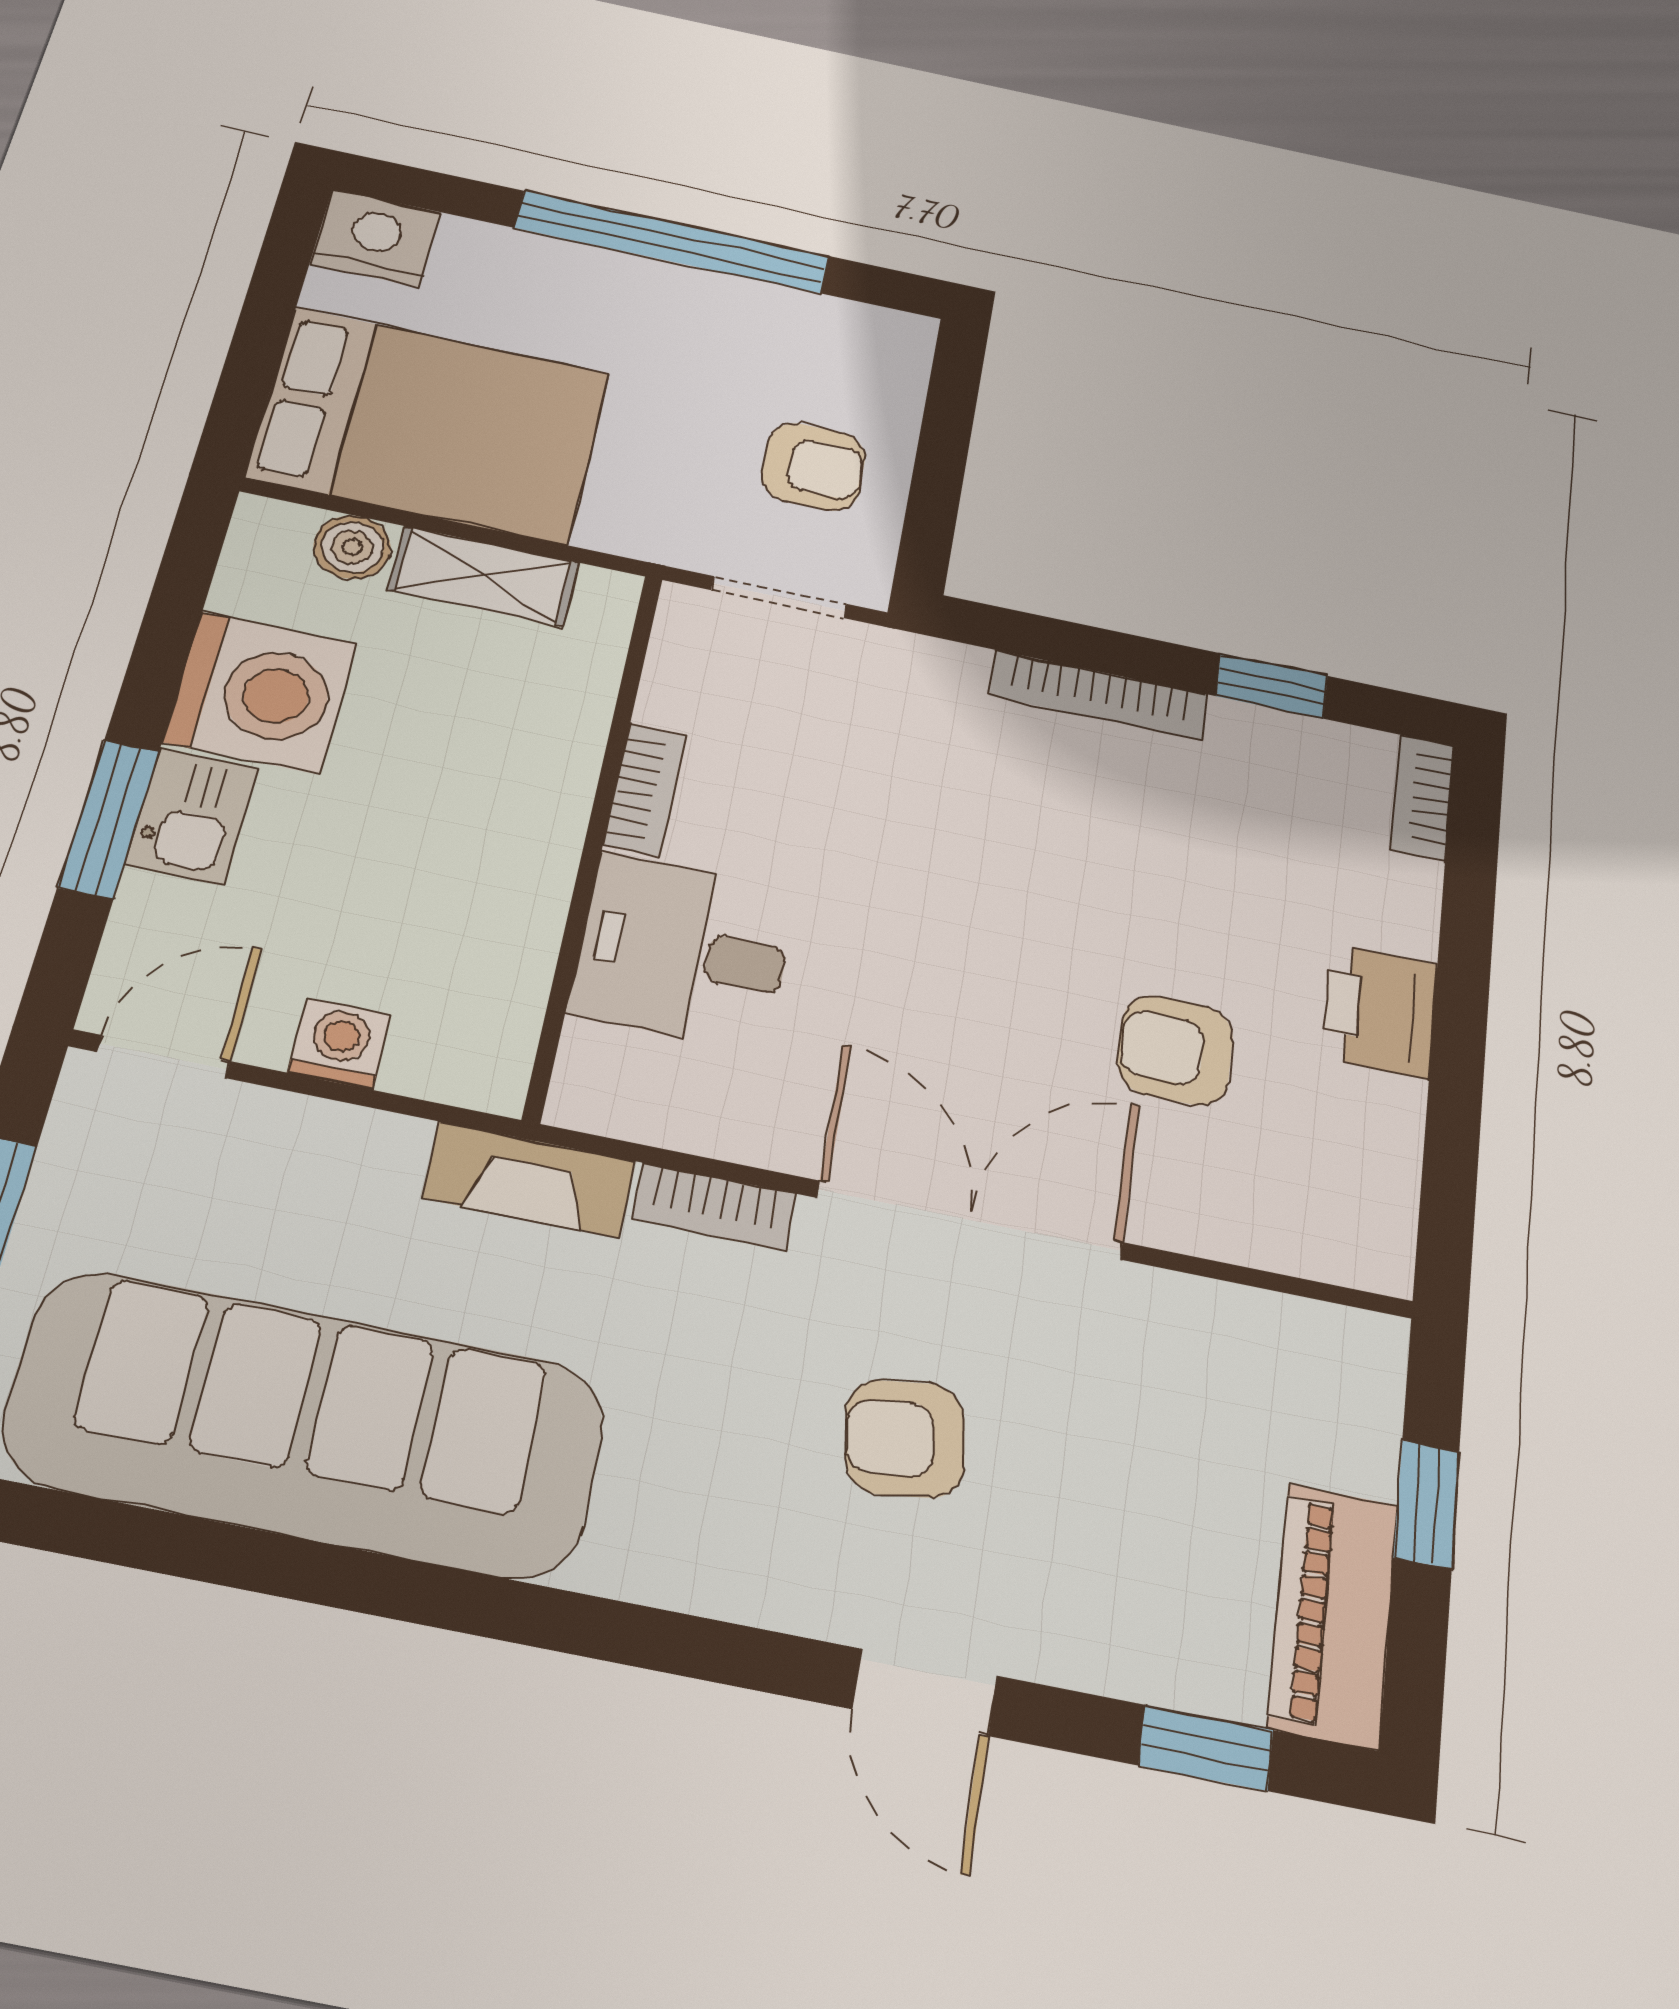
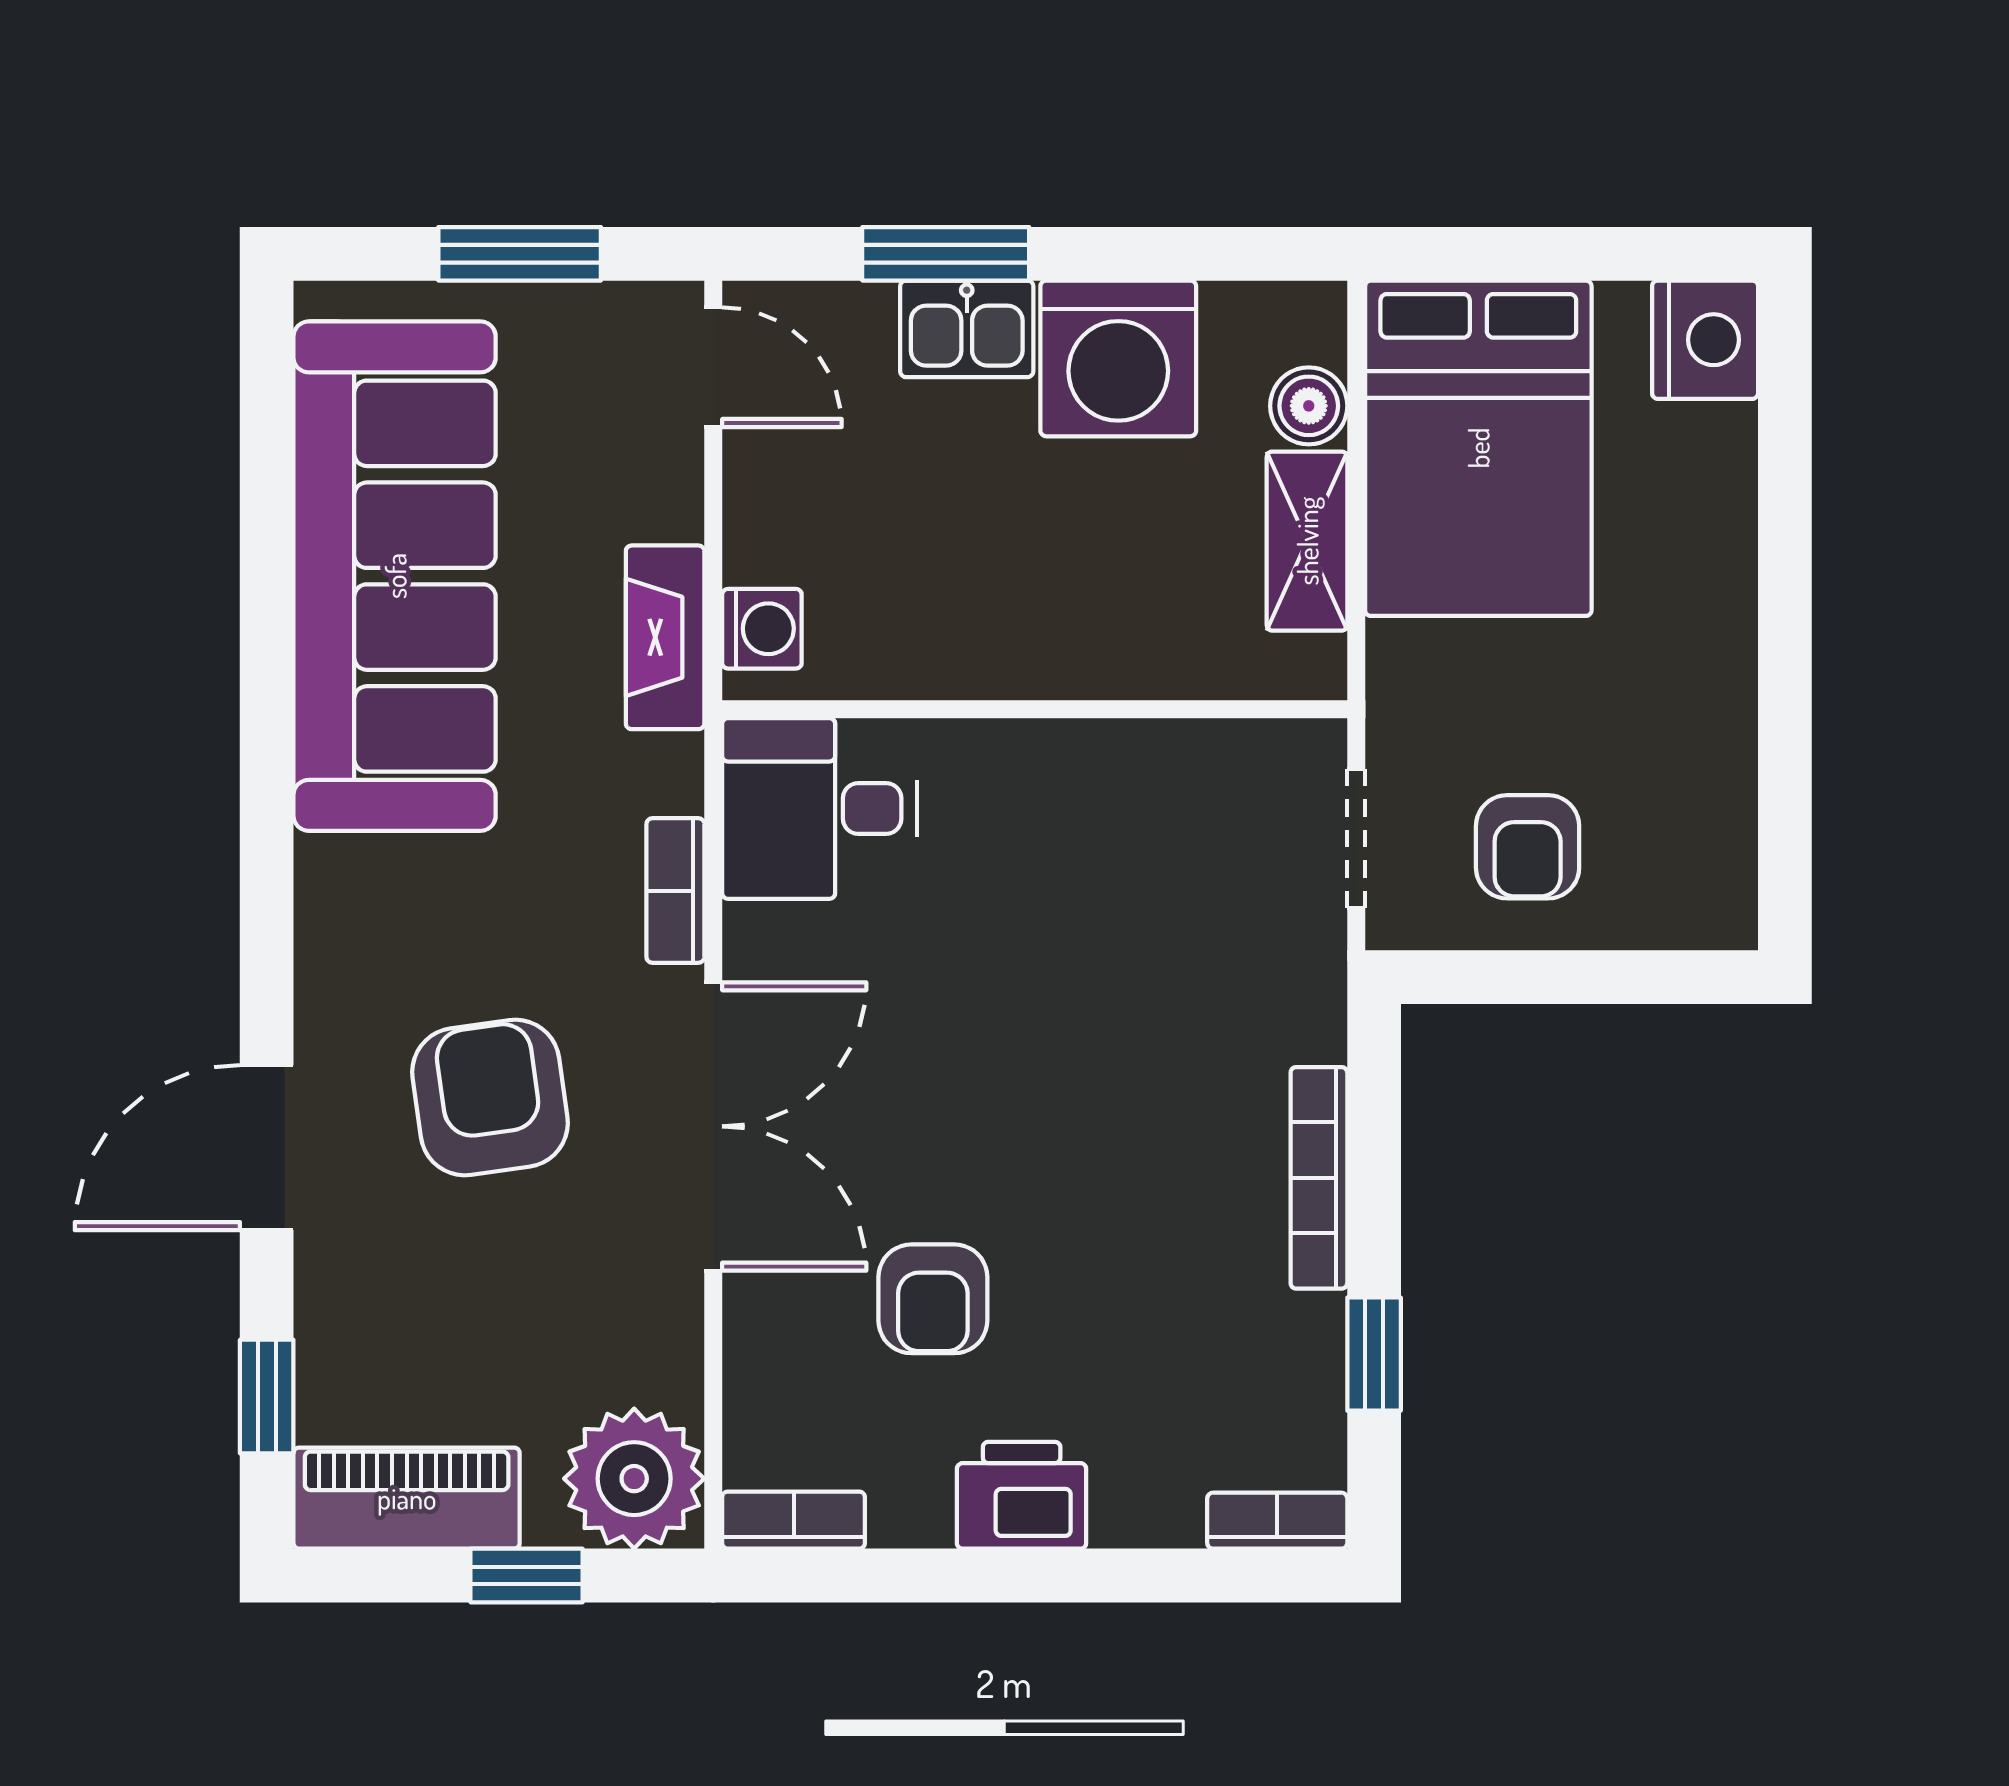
window: (672, 242) -> (1785, 649), removed
bookcase: (645, 789) -> (794, 1520), moved, turned 180
desk: (683, 952) -> (820, 808), moved, turned -90
washing machine: (340, 1044) -> (762, 629), moved
armchair: (1175, 1050) -> (933, 1299), turned 180
fireplace: (529, 1179) -> (665, 637), moved
plant: (1332, 1373) -> (634, 1479), added
armchair: (905, 1439) -> (490, 1097), width x1.38, depth x1.38
door: (924, 1692) -> (267, 1148), width x1.38

